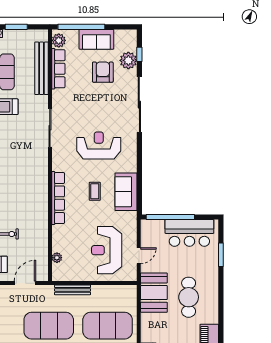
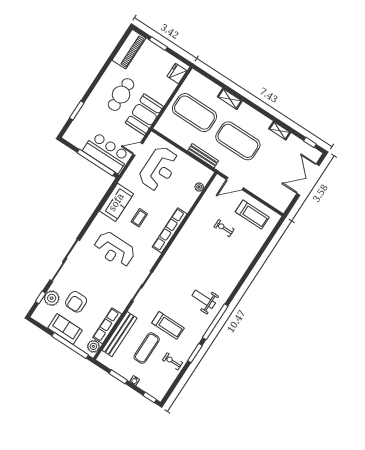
bar counter: (189, 233) -> (106, 153), moved

